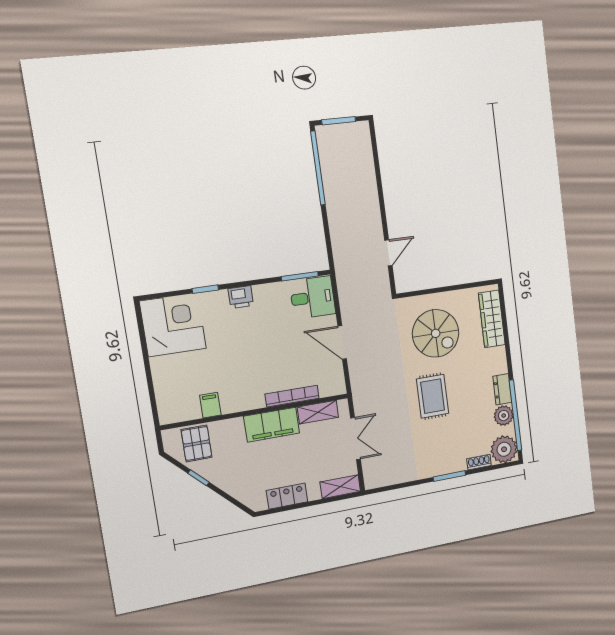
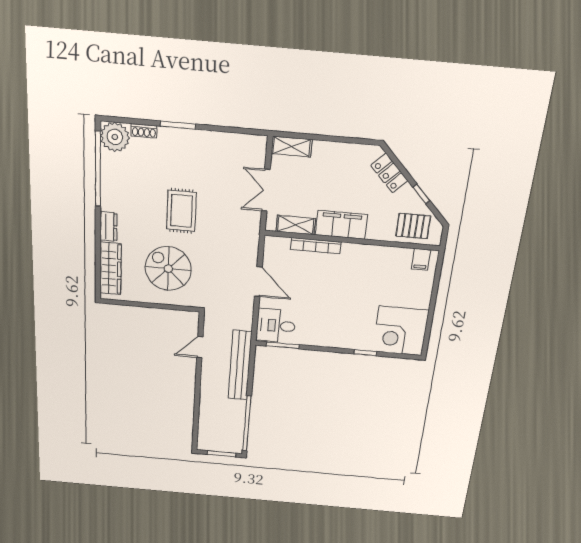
bench: (341, 241) -> (240, 365), added
printer: (241, 297) -> (338, 340), removed
dresser: (502, 389) -> (108, 227), moved
filing cabinet: (210, 405) -> (421, 259), moved
plant: (504, 416) -> (111, 172), removed
pallet: (197, 443) -> (413, 226), turned 90
locker: (287, 496) -> (389, 173), moved, turned 45

